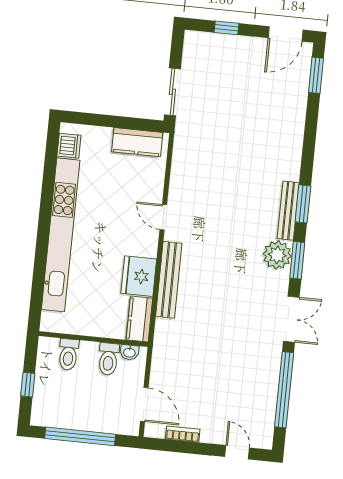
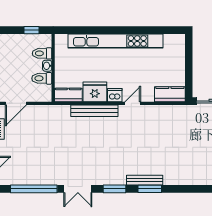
kitchen counter: (137, 142) -> (170, 94), moved, turned 90
dishwasher: (69, 146) -> (115, 95), moved, turned 180
plant: (277, 255) -> (117, 176), removed
washbasin: (129, 352) -> (47, 66), moved
window: (28, 385) -> (32, 30), moved

